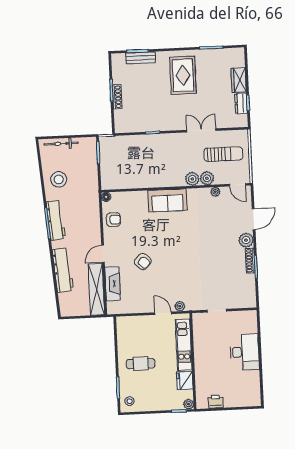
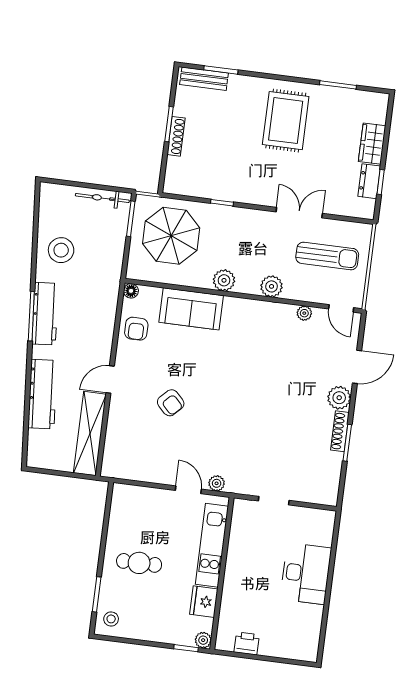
bench: (141, 58) -> (204, 79), moved
bicycle: (61, 144) -> (102, 198), moved
parasol: (125, 159) -> (171, 236), added
plant: (207, 178) -> (224, 280), moved
sofa: (167, 200) -> (191, 309), moved
armchair: (114, 220) -> (136, 329), turned 90
fireplace: (113, 284) -> (117, 429), removed

